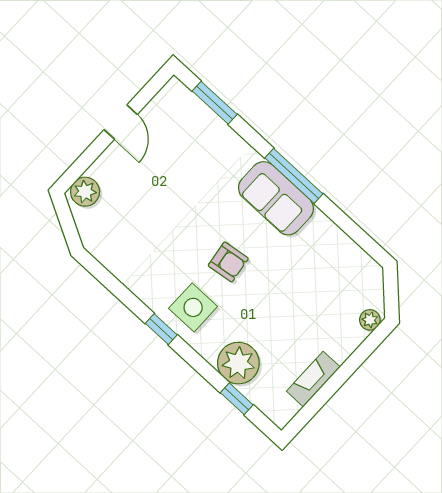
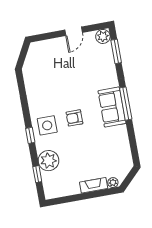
plant: (85, 192) -> (103, 36), moved
armchair: (228, 262) -> (74, 118), turned 98
window: (161, 329) -> (30, 135), moved
fireplace: (313, 379) -> (94, 185), moved

